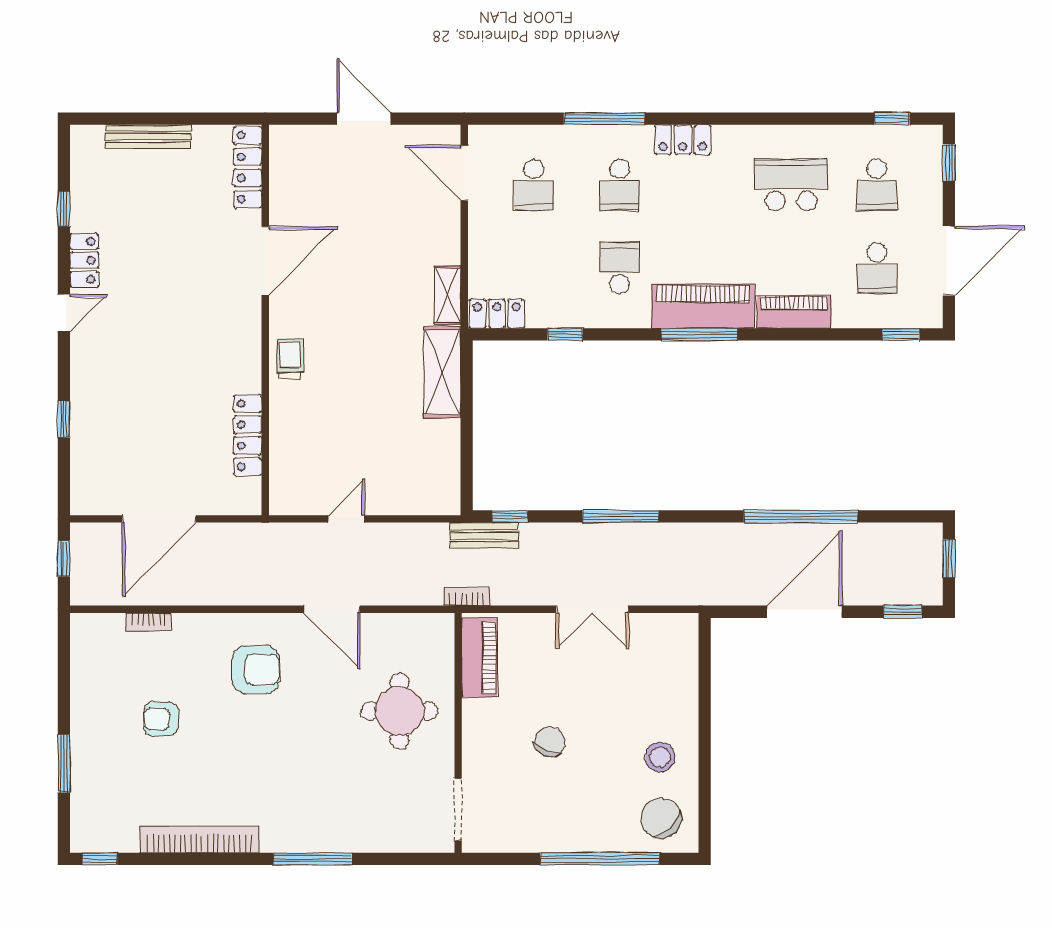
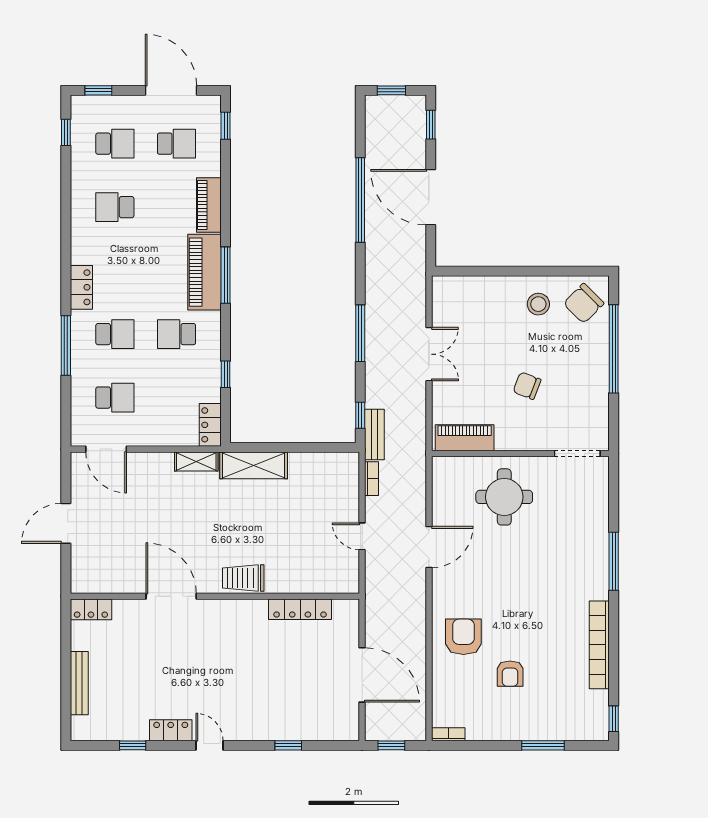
locker: (247, 167) -> (91, 609), width x0.66
door: (464, 173) -> (106, 449), hinge flipped
school desk: (791, 185) -> (115, 207), width x0.54
trolley: (290, 358) -> (243, 578), width x1.36, depth x1.39
bookcase: (467, 597) -> (372, 479), moved, turned 180
bookcase: (148, 622) -> (448, 734), moved, turned -90
armchair: (256, 670) -> (463, 637), moved

